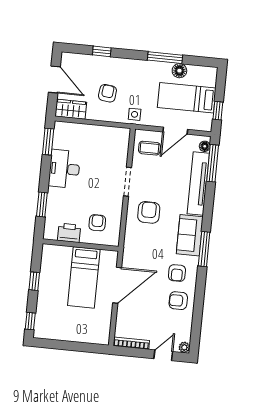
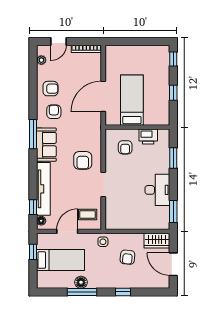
window: (102, 51) -> (123, 292), moved
floor lamp: (179, 71) -> (81, 282), moved
window: (213, 163) -> (33, 207), width x0.46
plant: (184, 347) -> (41, 60), moved

